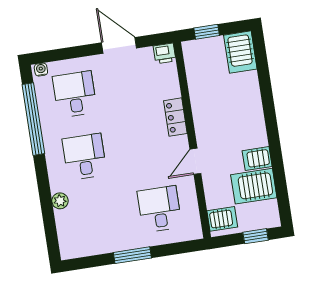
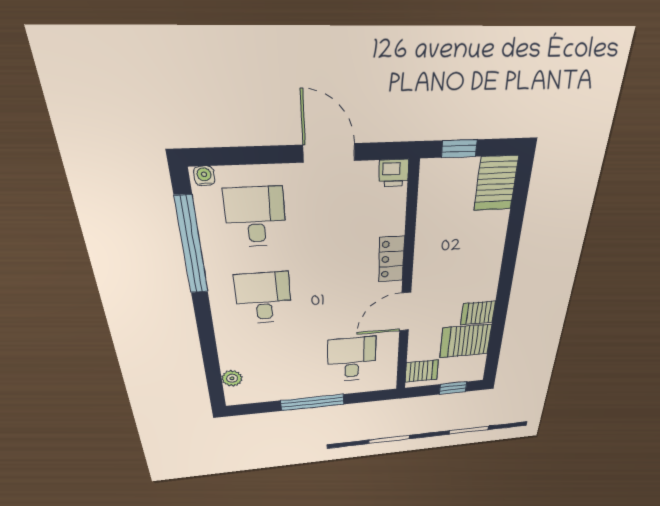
door: (195, 161) -> (405, 312), width x1.38
plant: (60, 201) -> (232, 378), moved
window: (132, 255) -> (313, 402), width x1.44

